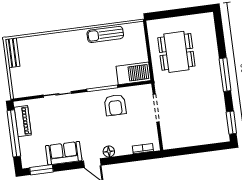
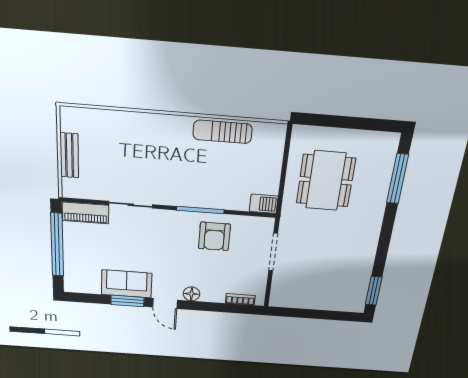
bench: (13, 53) -> (69, 155), moved
barbecue: (133, 73) -> (264, 204), width x0.53, depth x0.65
window: (225, 75) -> (398, 179), moved
piano: (23, 121) -> (86, 213), moved, turned 90
window: (41, 170) -> (127, 301), moved

